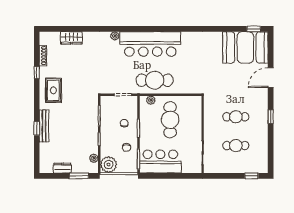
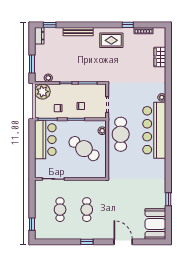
window: (254, 29) -> (168, 199), moved
booth: (245, 47) -> (155, 224), width x0.73, depth x0.70
cafe table: (170, 120) -> (84, 149), turned 35
window: (37, 128) -> (50, 25), moved
dresser: (62, 168) -> (39, 36), moved

